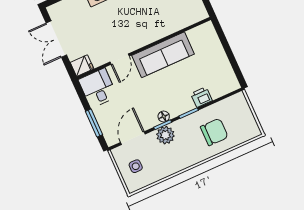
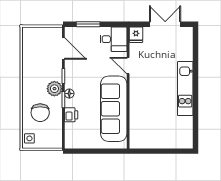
sofa: (163, 55) -> (114, 109), width x1.36, depth x1.27
floor lamp: (164, 117) -> (69, 94), moved
plant: (165, 135) -> (54, 89), moved
side table: (136, 166) -> (29, 138), moved

